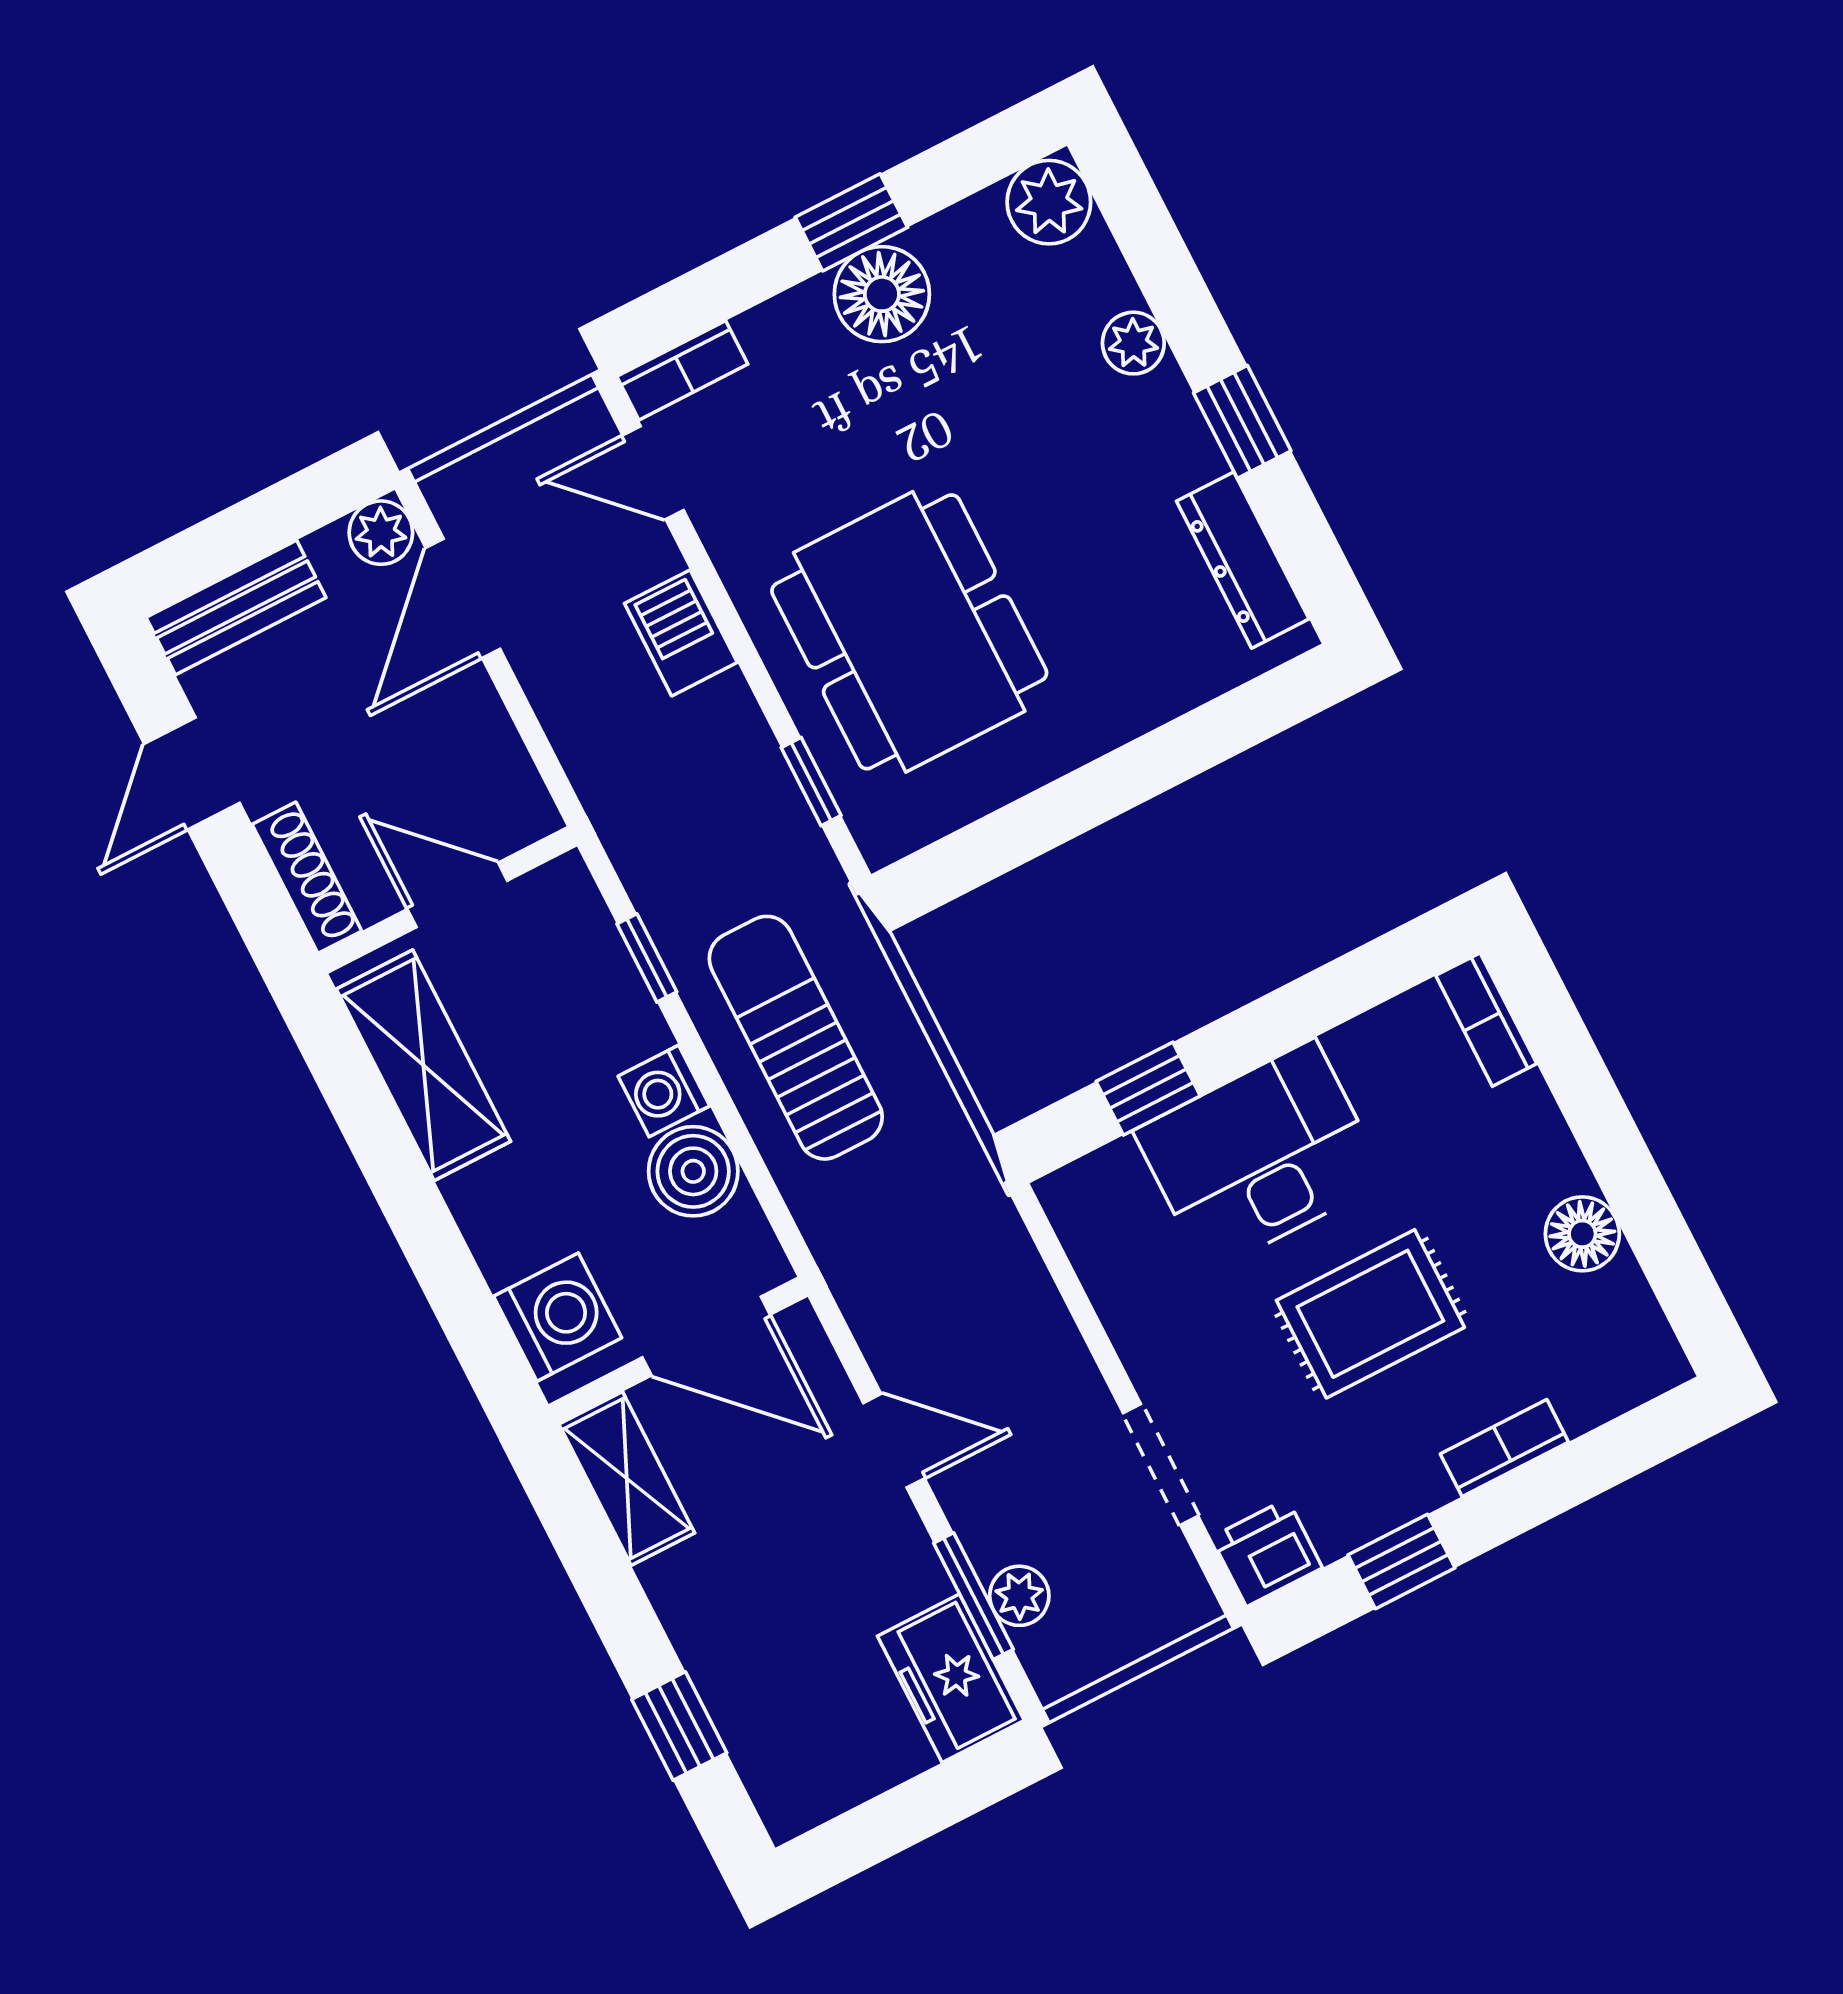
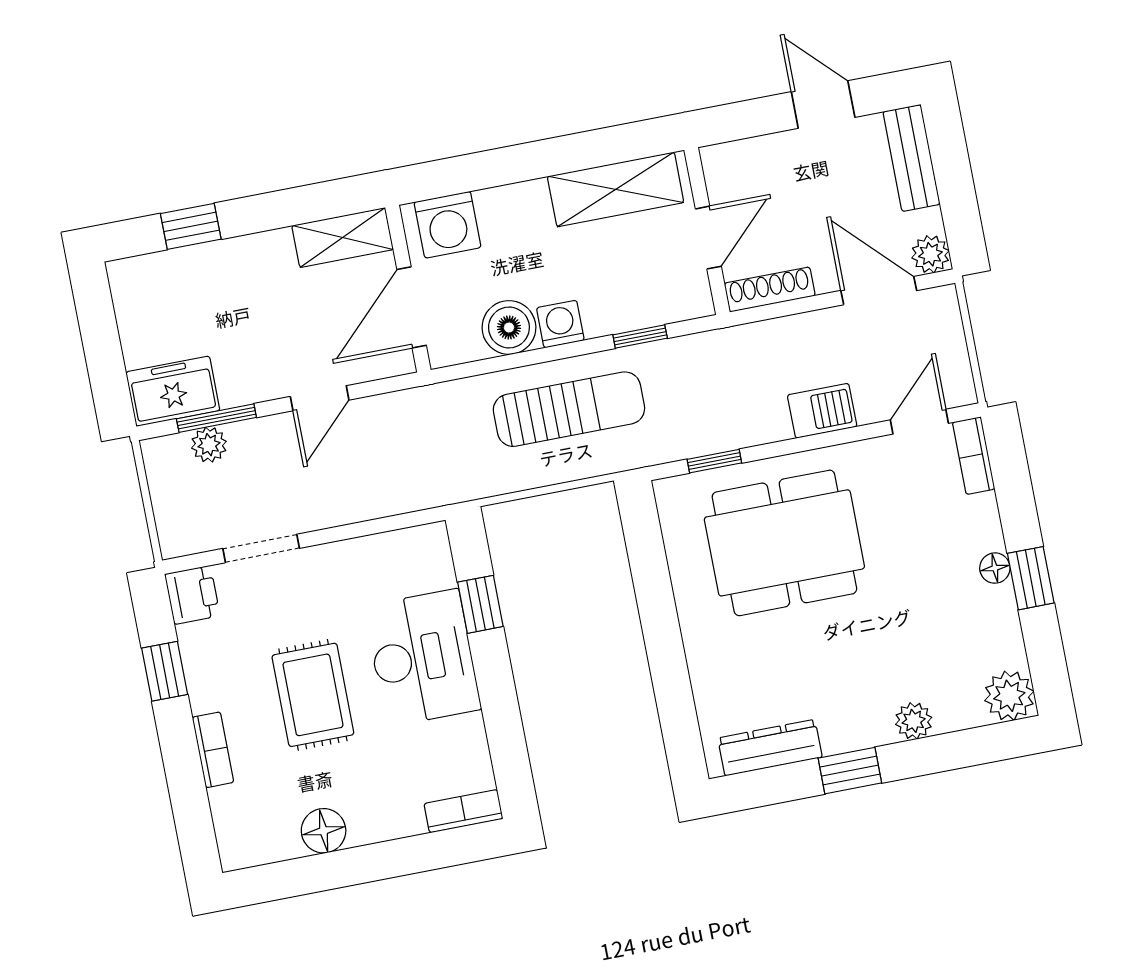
floor lamp: (882, 294) -> (995, 568), width x0.53, depth x0.53
shoe rack: (307, 878) -> (770, 290), moved, turned 180

